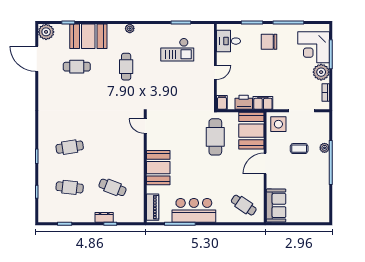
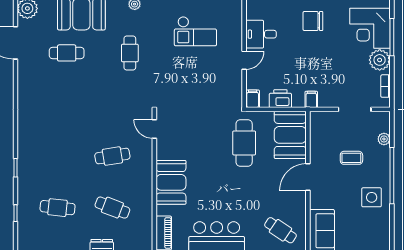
desk: (229, 41) -> (261, 34), moved
filing cabinet: (263, 103) -> (311, 99), width x0.50
side table: (278, 124) -> (372, 197), moved
cafe table: (70, 147) -> (112, 156), moved
plant: (325, 148) -> (384, 139), moved

